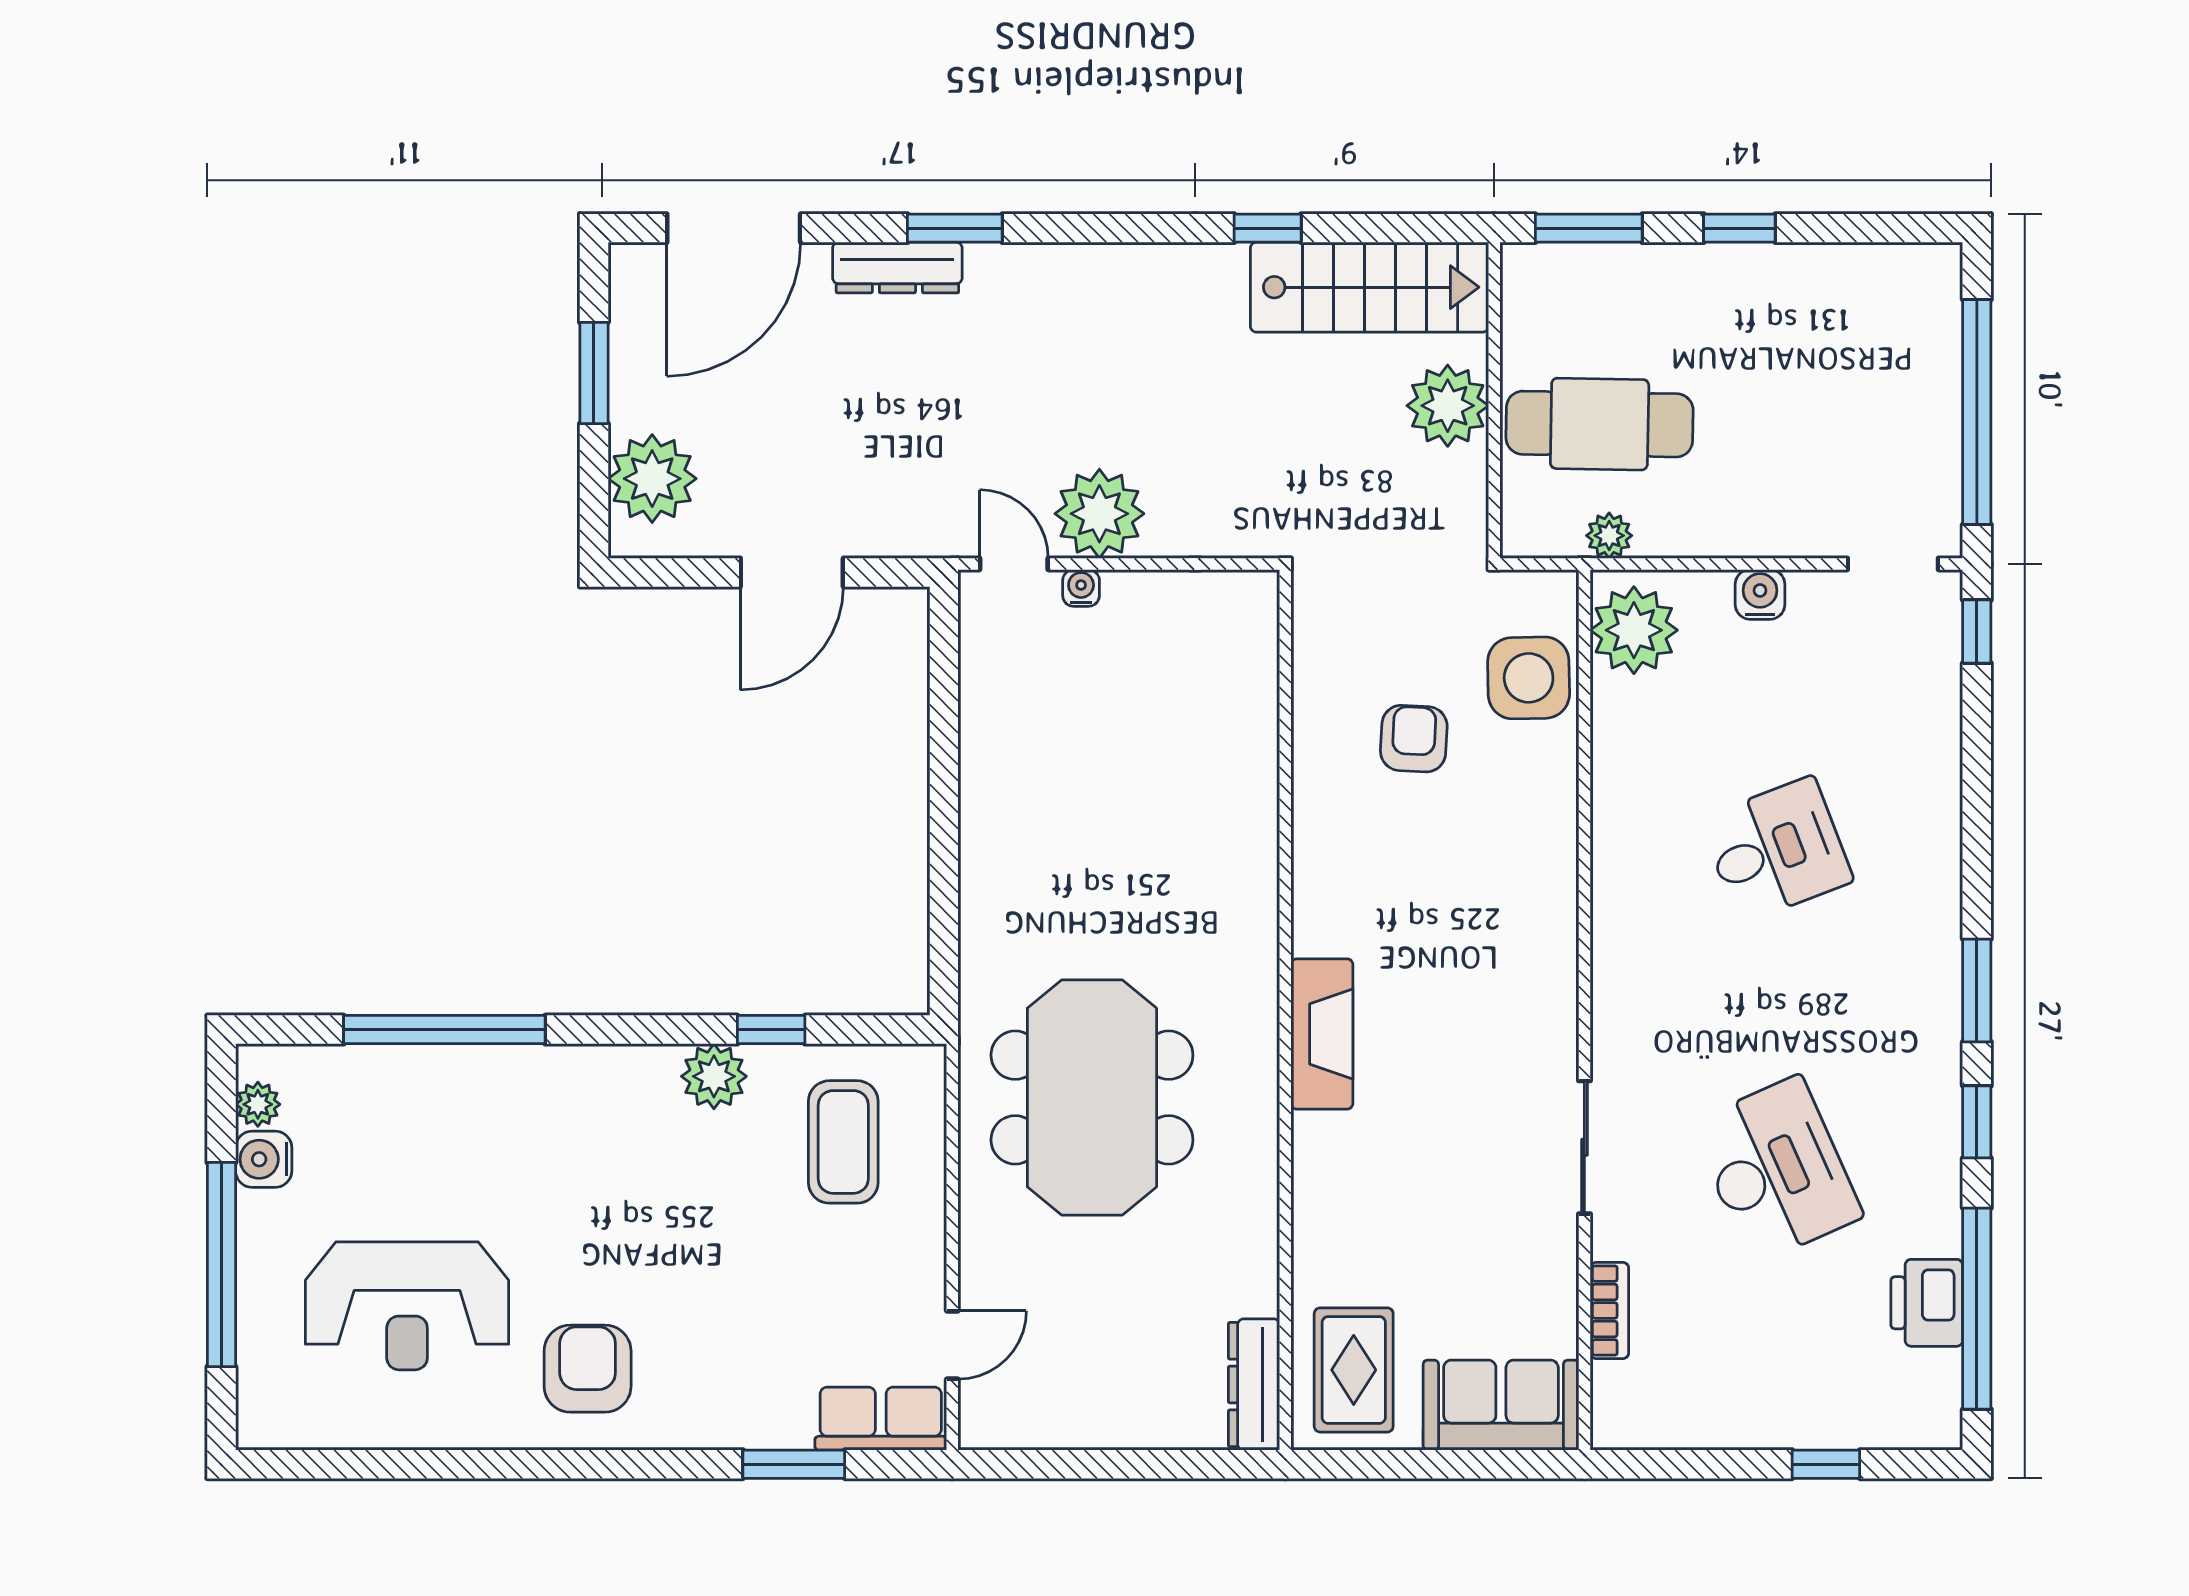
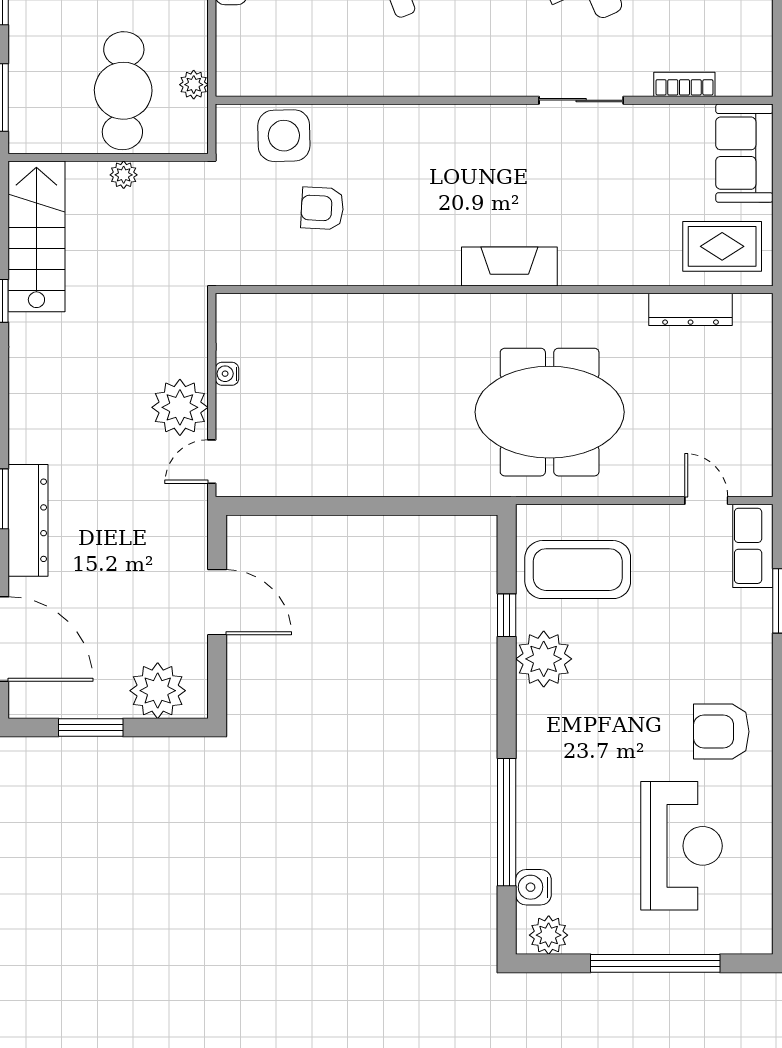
dresser: (897, 268) -> (28, 520), width x1.37, depth x1.24
plant: (1448, 406) -> (124, 175), width x0.53, depth x0.53
water cooler: (1081, 588) -> (227, 374), moved
plant: (1634, 630) -> (254, 69), removed
plant: (714, 1076) -> (544, 659), width x1.36, depth x1.36
plant: (258, 1104) -> (549, 935), width x1.38, depth x1.38
coffee table: (843, 1142) -> (578, 570), width x1.36, depth x1.32
water cooler: (264, 1159) -> (533, 887), moved, turned 90
dresser: (1254, 1385) -> (691, 309), moved

